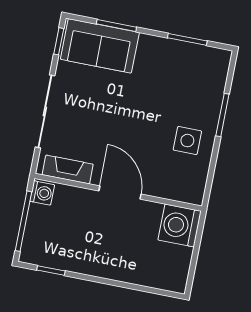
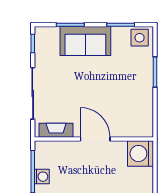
sofa: (100, 46) -> (85, 41), moved
side table: (187, 141) -> (140, 38), moved
washing machine: (42, 193) -> (42, 177), moved

